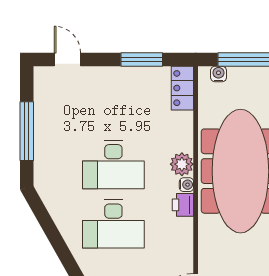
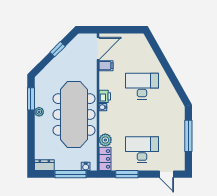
plant: (182, 164) -> (105, 140), moved
desk: (113, 165) -> (142, 150), moved
filing cabinet: (181, 262) -> (106, 66), added

